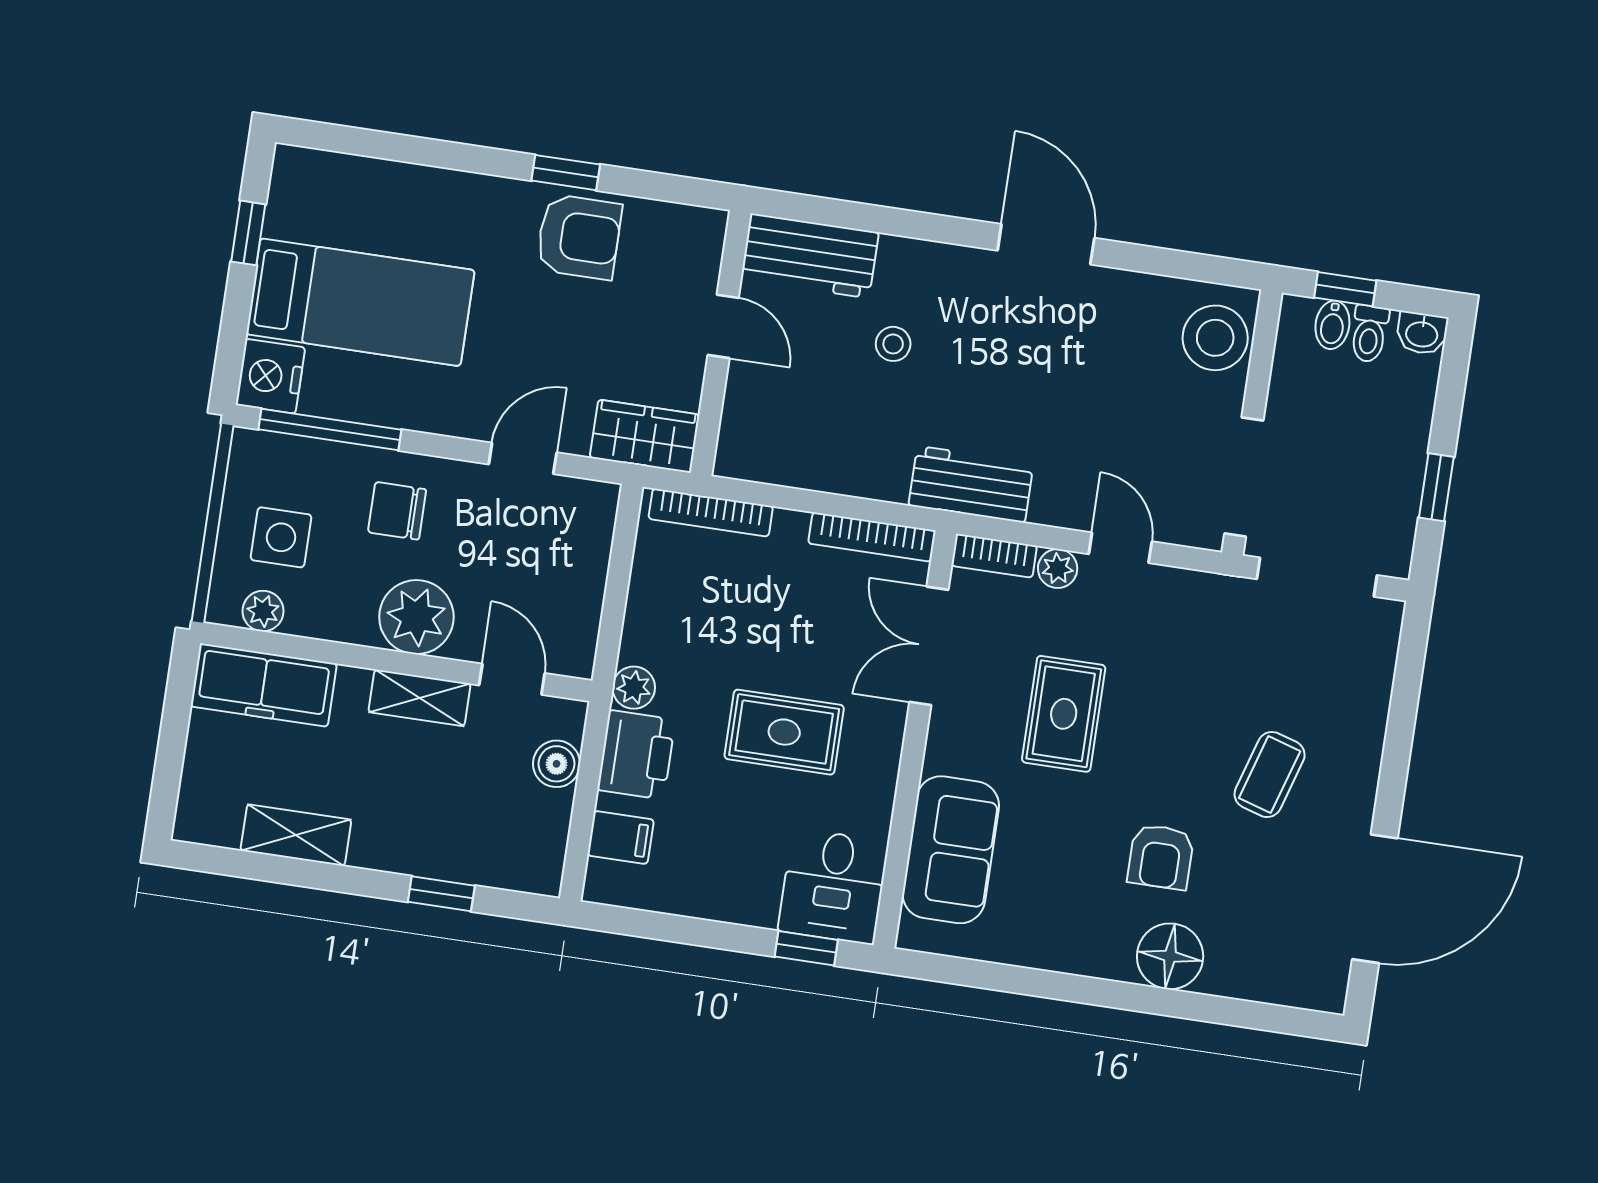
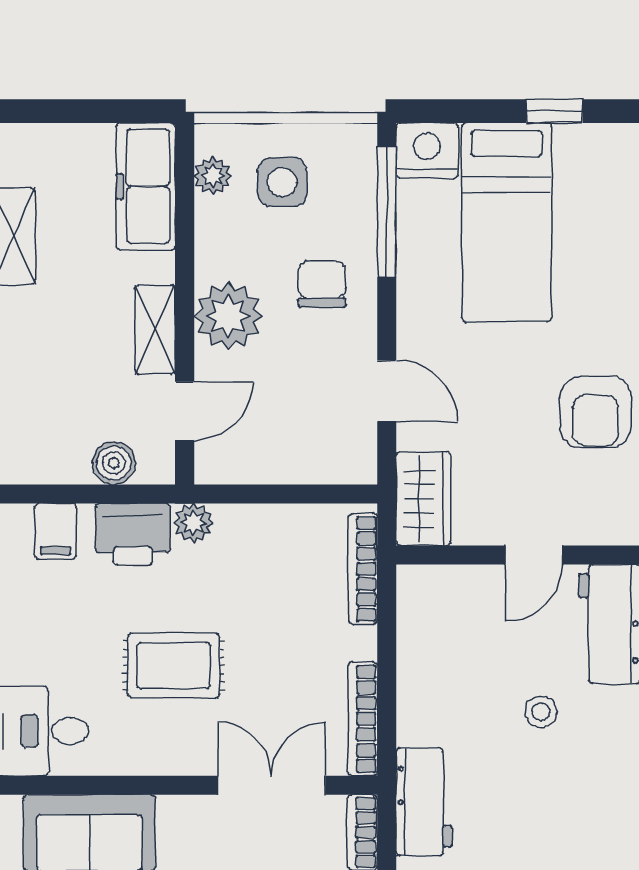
rug: (784, 732) -> (174, 666), turned 90

